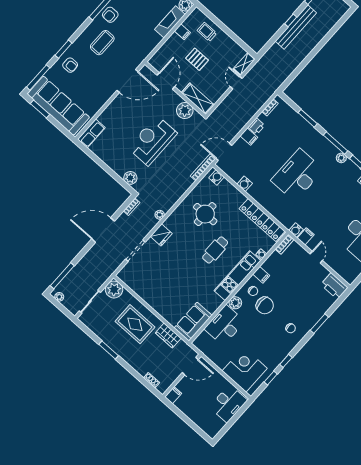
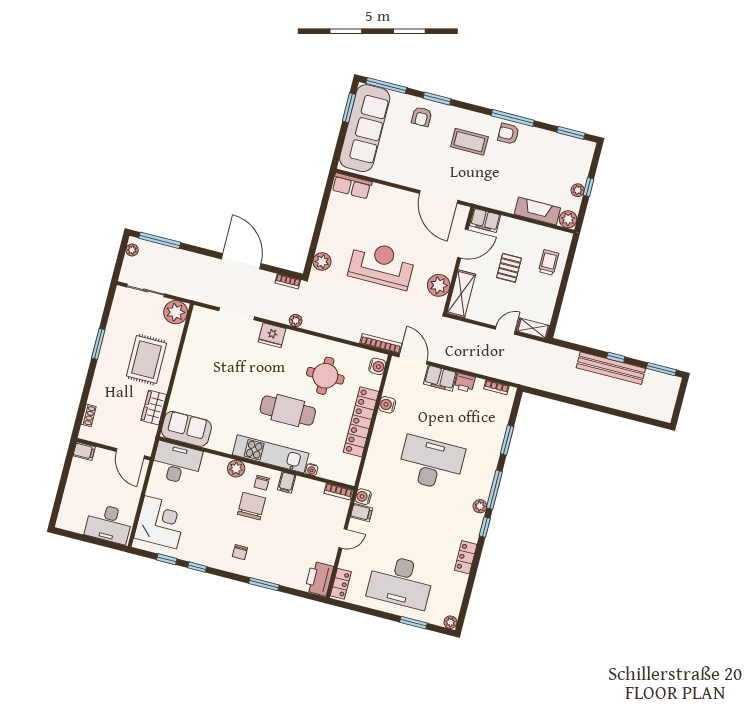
filing cabinet: (182, 32) -> (485, 220), moved, width x2.00
filing cabinet: (249, 137) -> (440, 378), width x2.00
locker: (262, 220) -> (361, 422), moved
cafe table: (215, 250) -> (288, 411), width x1.37, depth x1.35
locker: (345, 274) -> (341, 584), added
chair: (265, 305) -> (252, 506), turned 180
desk: (225, 325) -> (177, 463), moved

